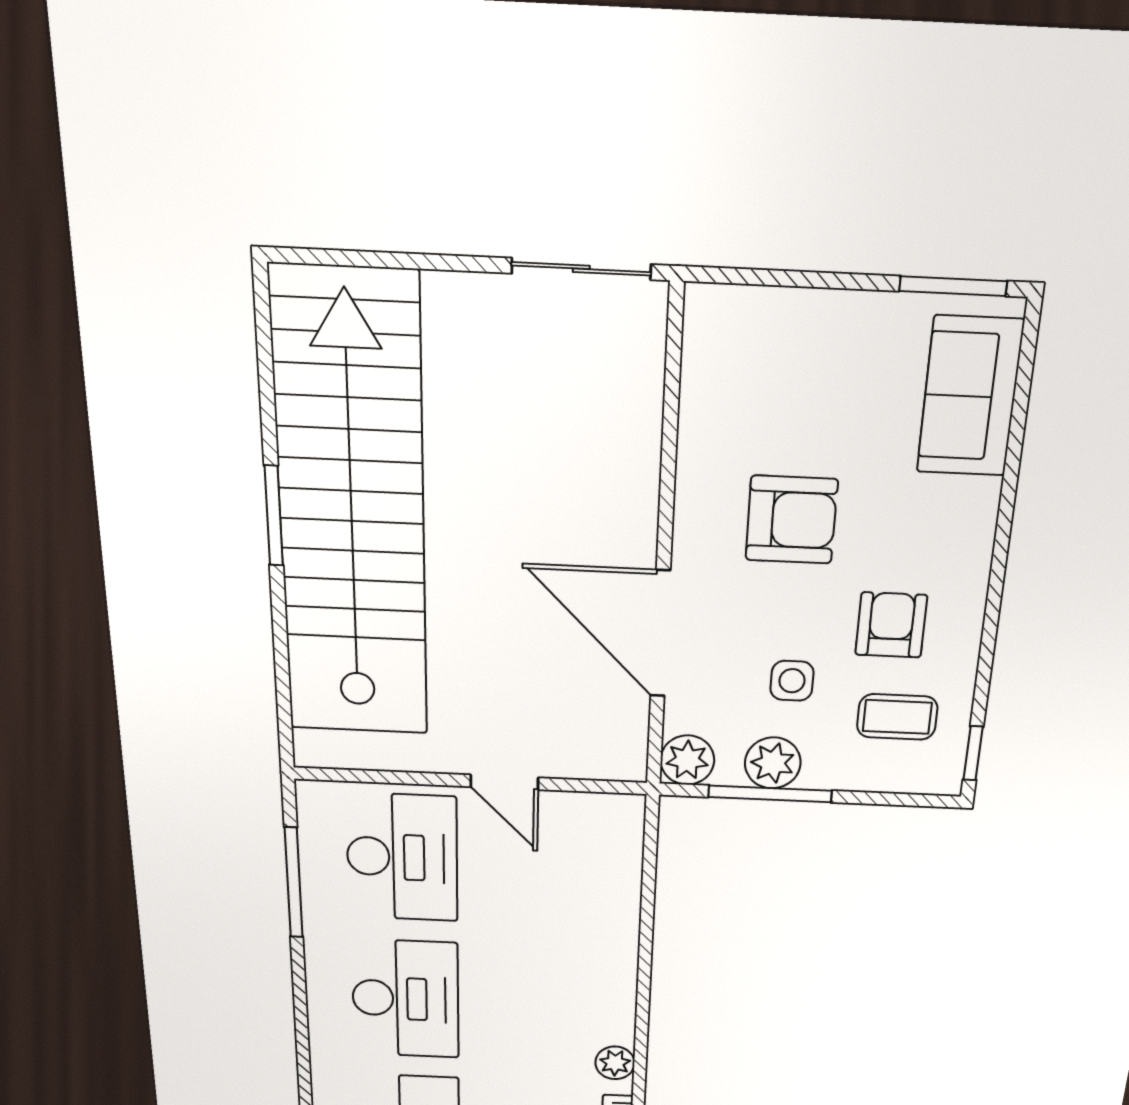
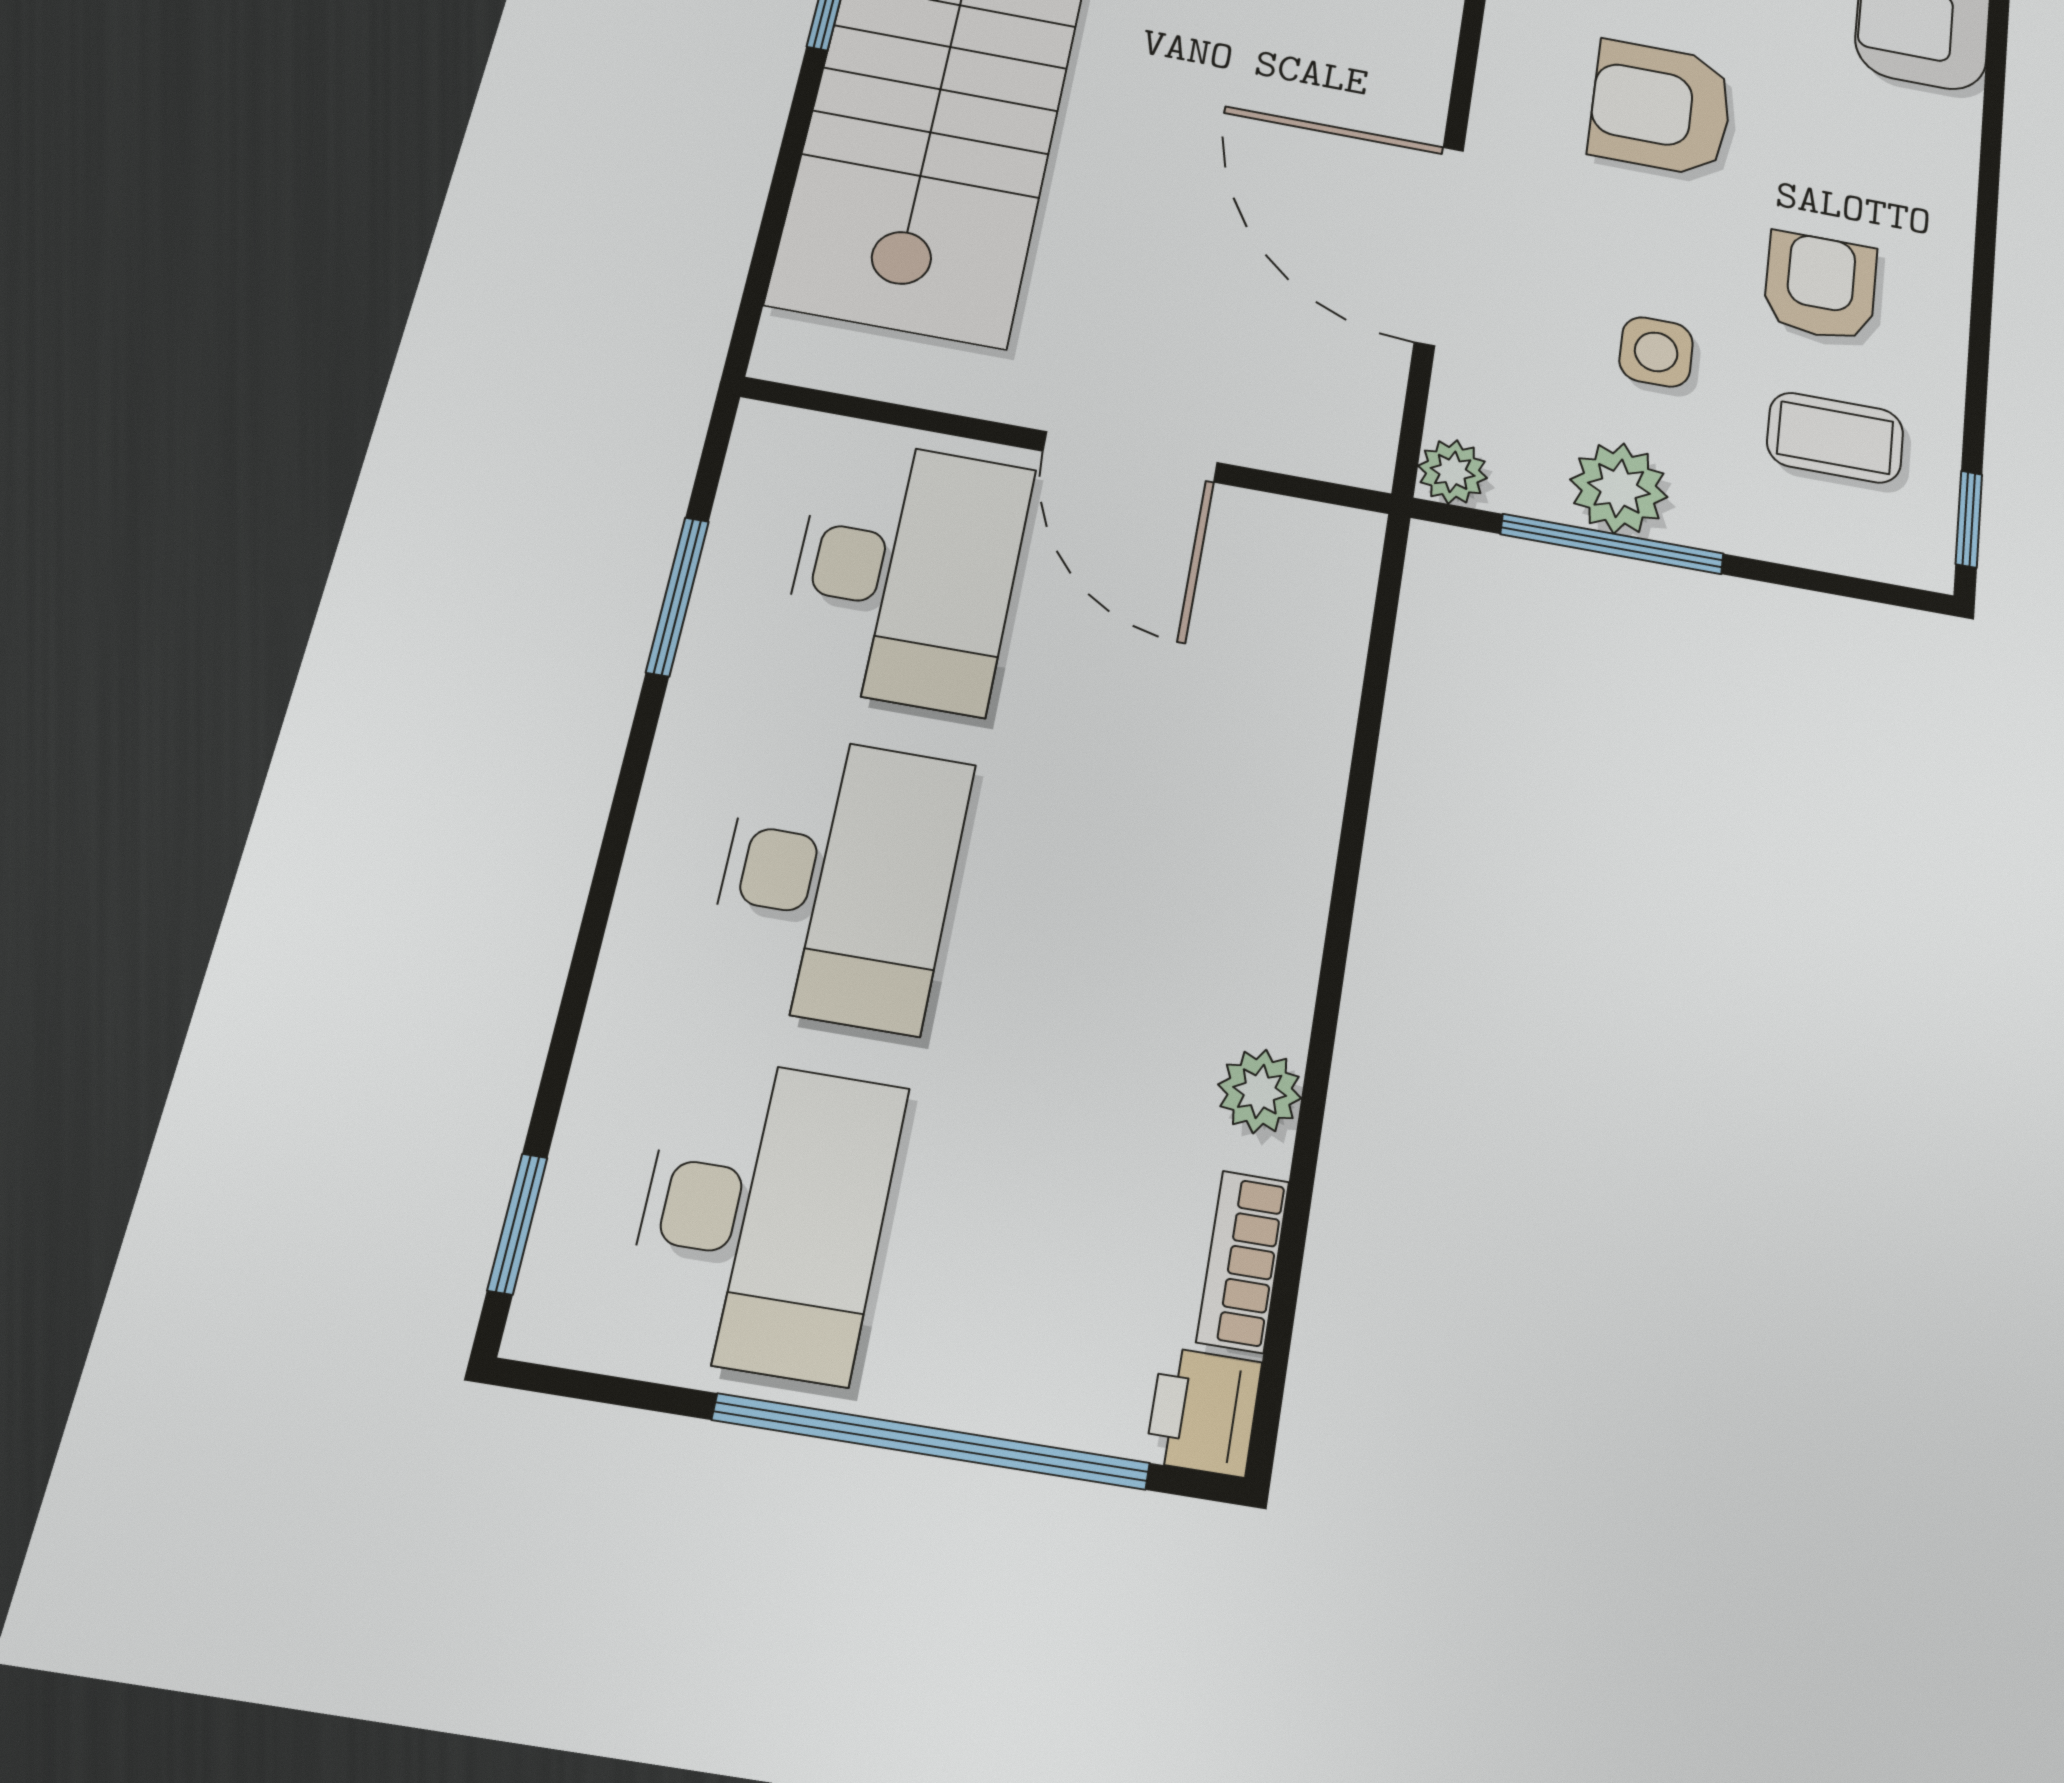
armchair: (791, 520) -> (1661, 108), turned 180
plant: (687, 760) -> (1453, 472), width x0.73, depth x0.73
door: (504, 782) -> (1130, 457), width x1.38
window: (294, 883) -> (677, 596), width x0.69

